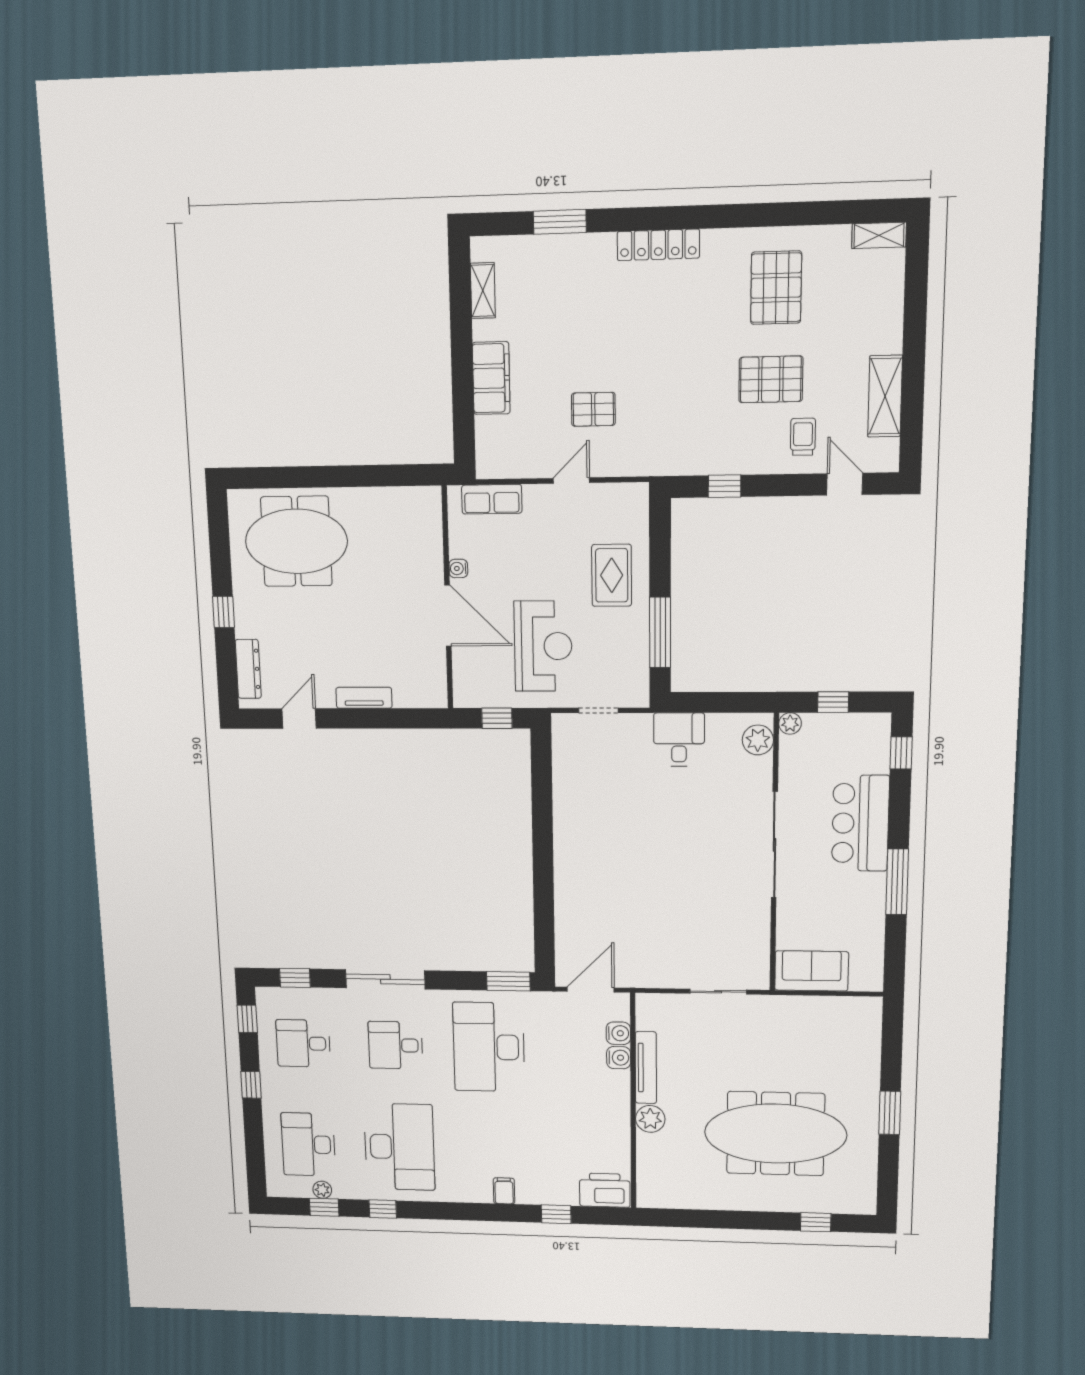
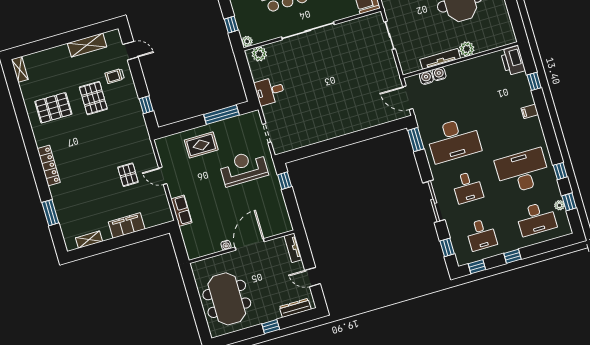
door: (845, 484) -> (130, 51), swing flipped
water cooler: (458, 568) -> (226, 245), moved
wall: (447, 598) -> (242, 247), moved
door: (448, 616) -> (250, 244), moved

